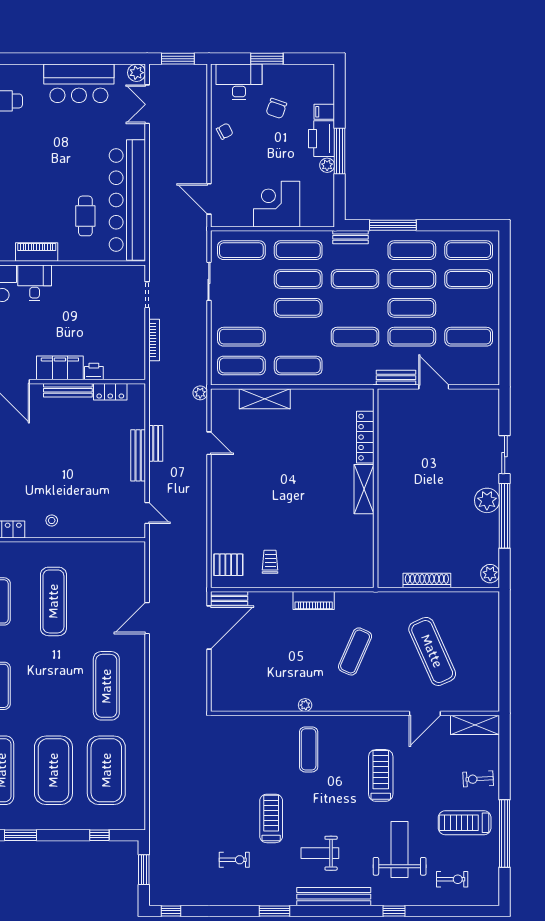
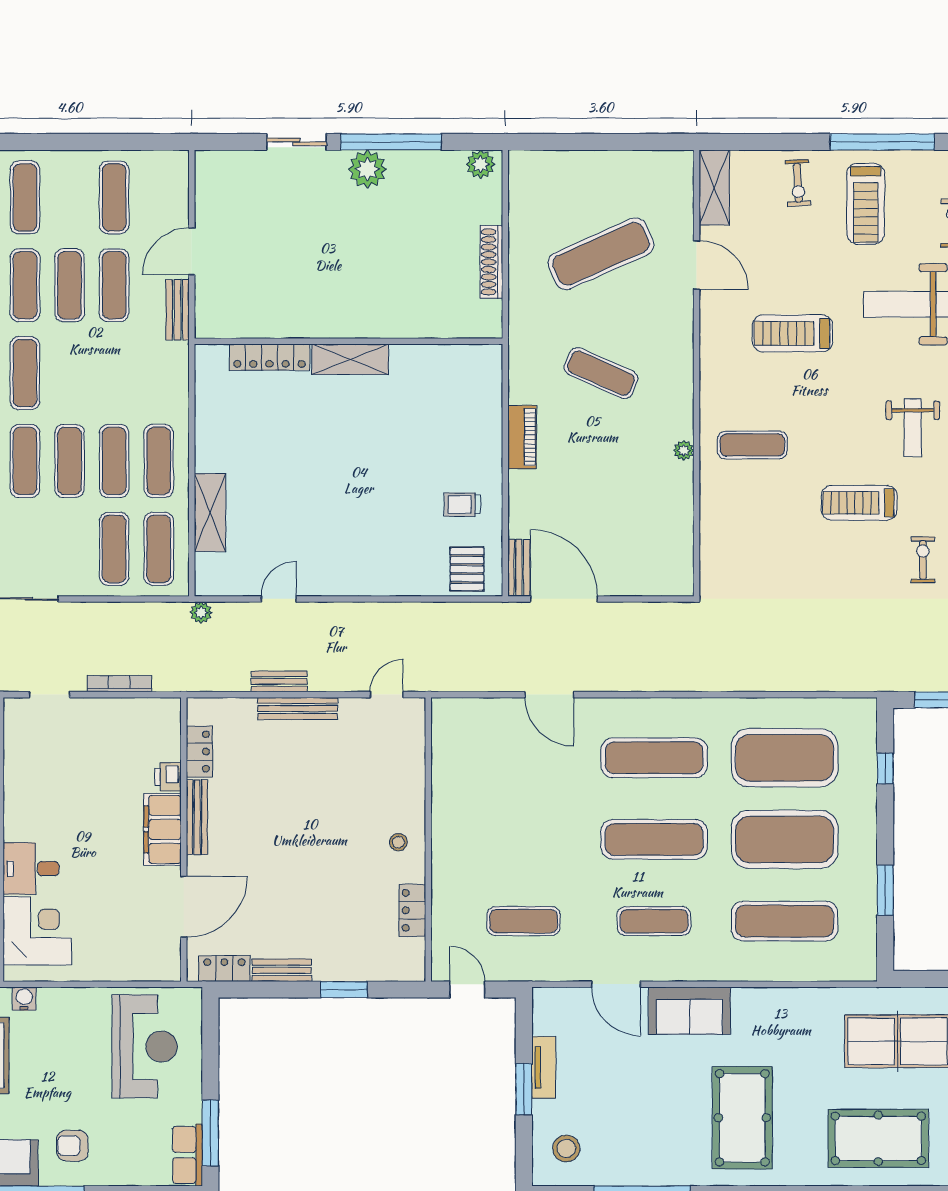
exercise mat: (355, 337) -> (114, 461), moved
exercise mat: (53, 601) -> (654, 839), moved

